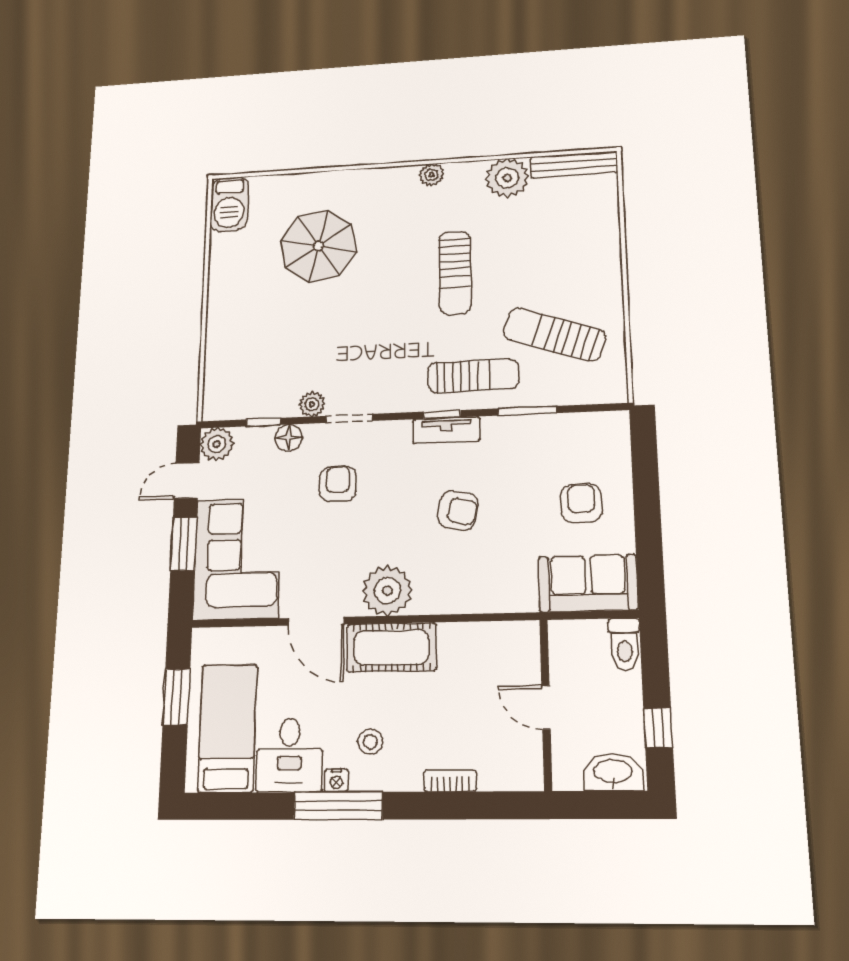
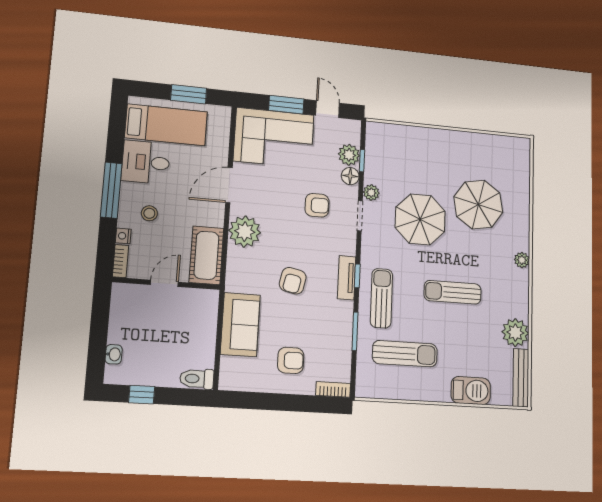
plant: (432, 175) -> (522, 260), moved
barbecue: (229, 204) -> (471, 391), moved, turned 180
parasol: (348, 329) -> (420, 219), added
sun lounger: (554, 334) -> (405, 354), turned 71
sun lounger: (473, 376) -> (381, 298), turned 180
bookcase: (620, 436) -> (333, 389), added
plant: (217, 444) -> (349, 155), moved
sofa: (588, 583) -> (240, 325), moved
cot: (391, 647) -> (206, 255), moved
wall: (546, 704) -> (166, 283), moved
door: (546, 707) -> (164, 283), moved
washbasin: (613, 772) -> (114, 354), width x0.52, depth x0.69
nightstand: (336, 780) -> (123, 236), moved

